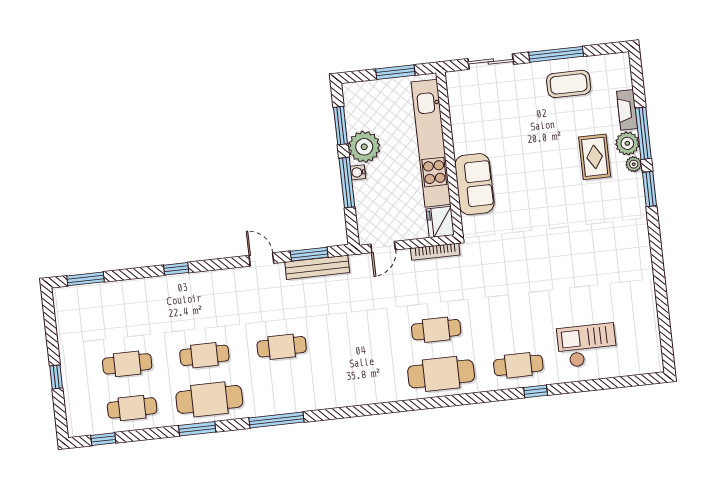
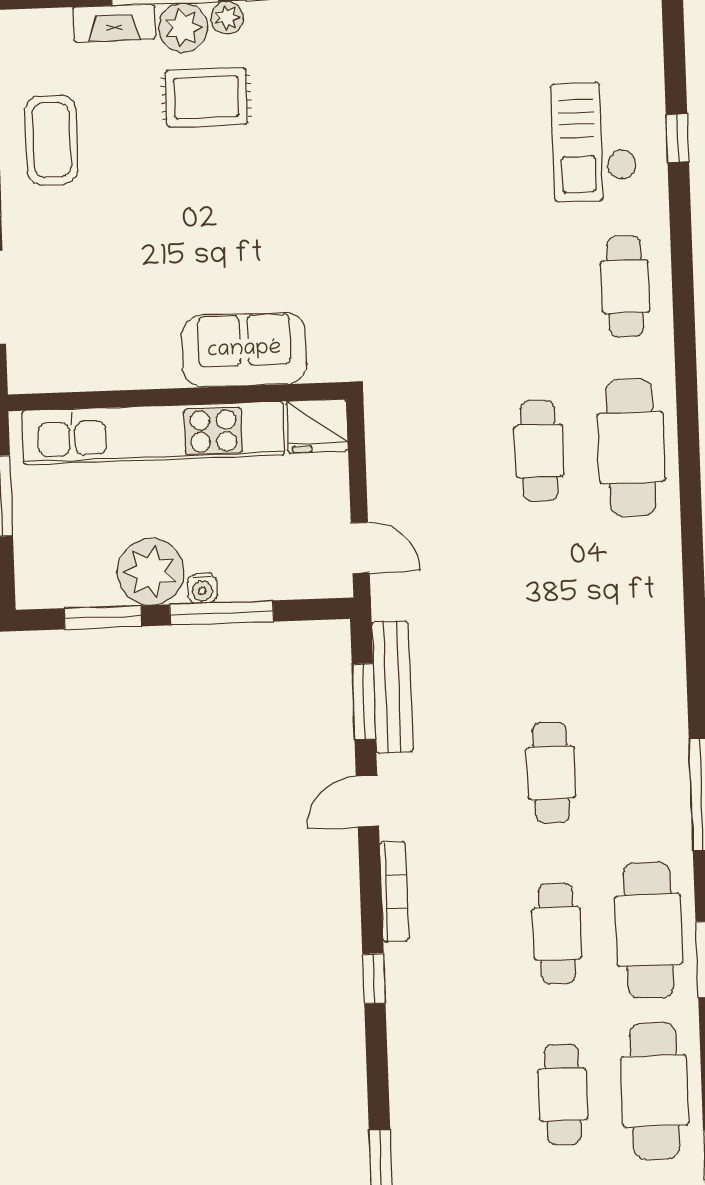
bookcase: (435, 252) -> (394, 892), moved
window: (536, 391) -> (677, 138), moved
cafe table: (132, 408) -> (655, 1091), width x1.37, depth x1.35

